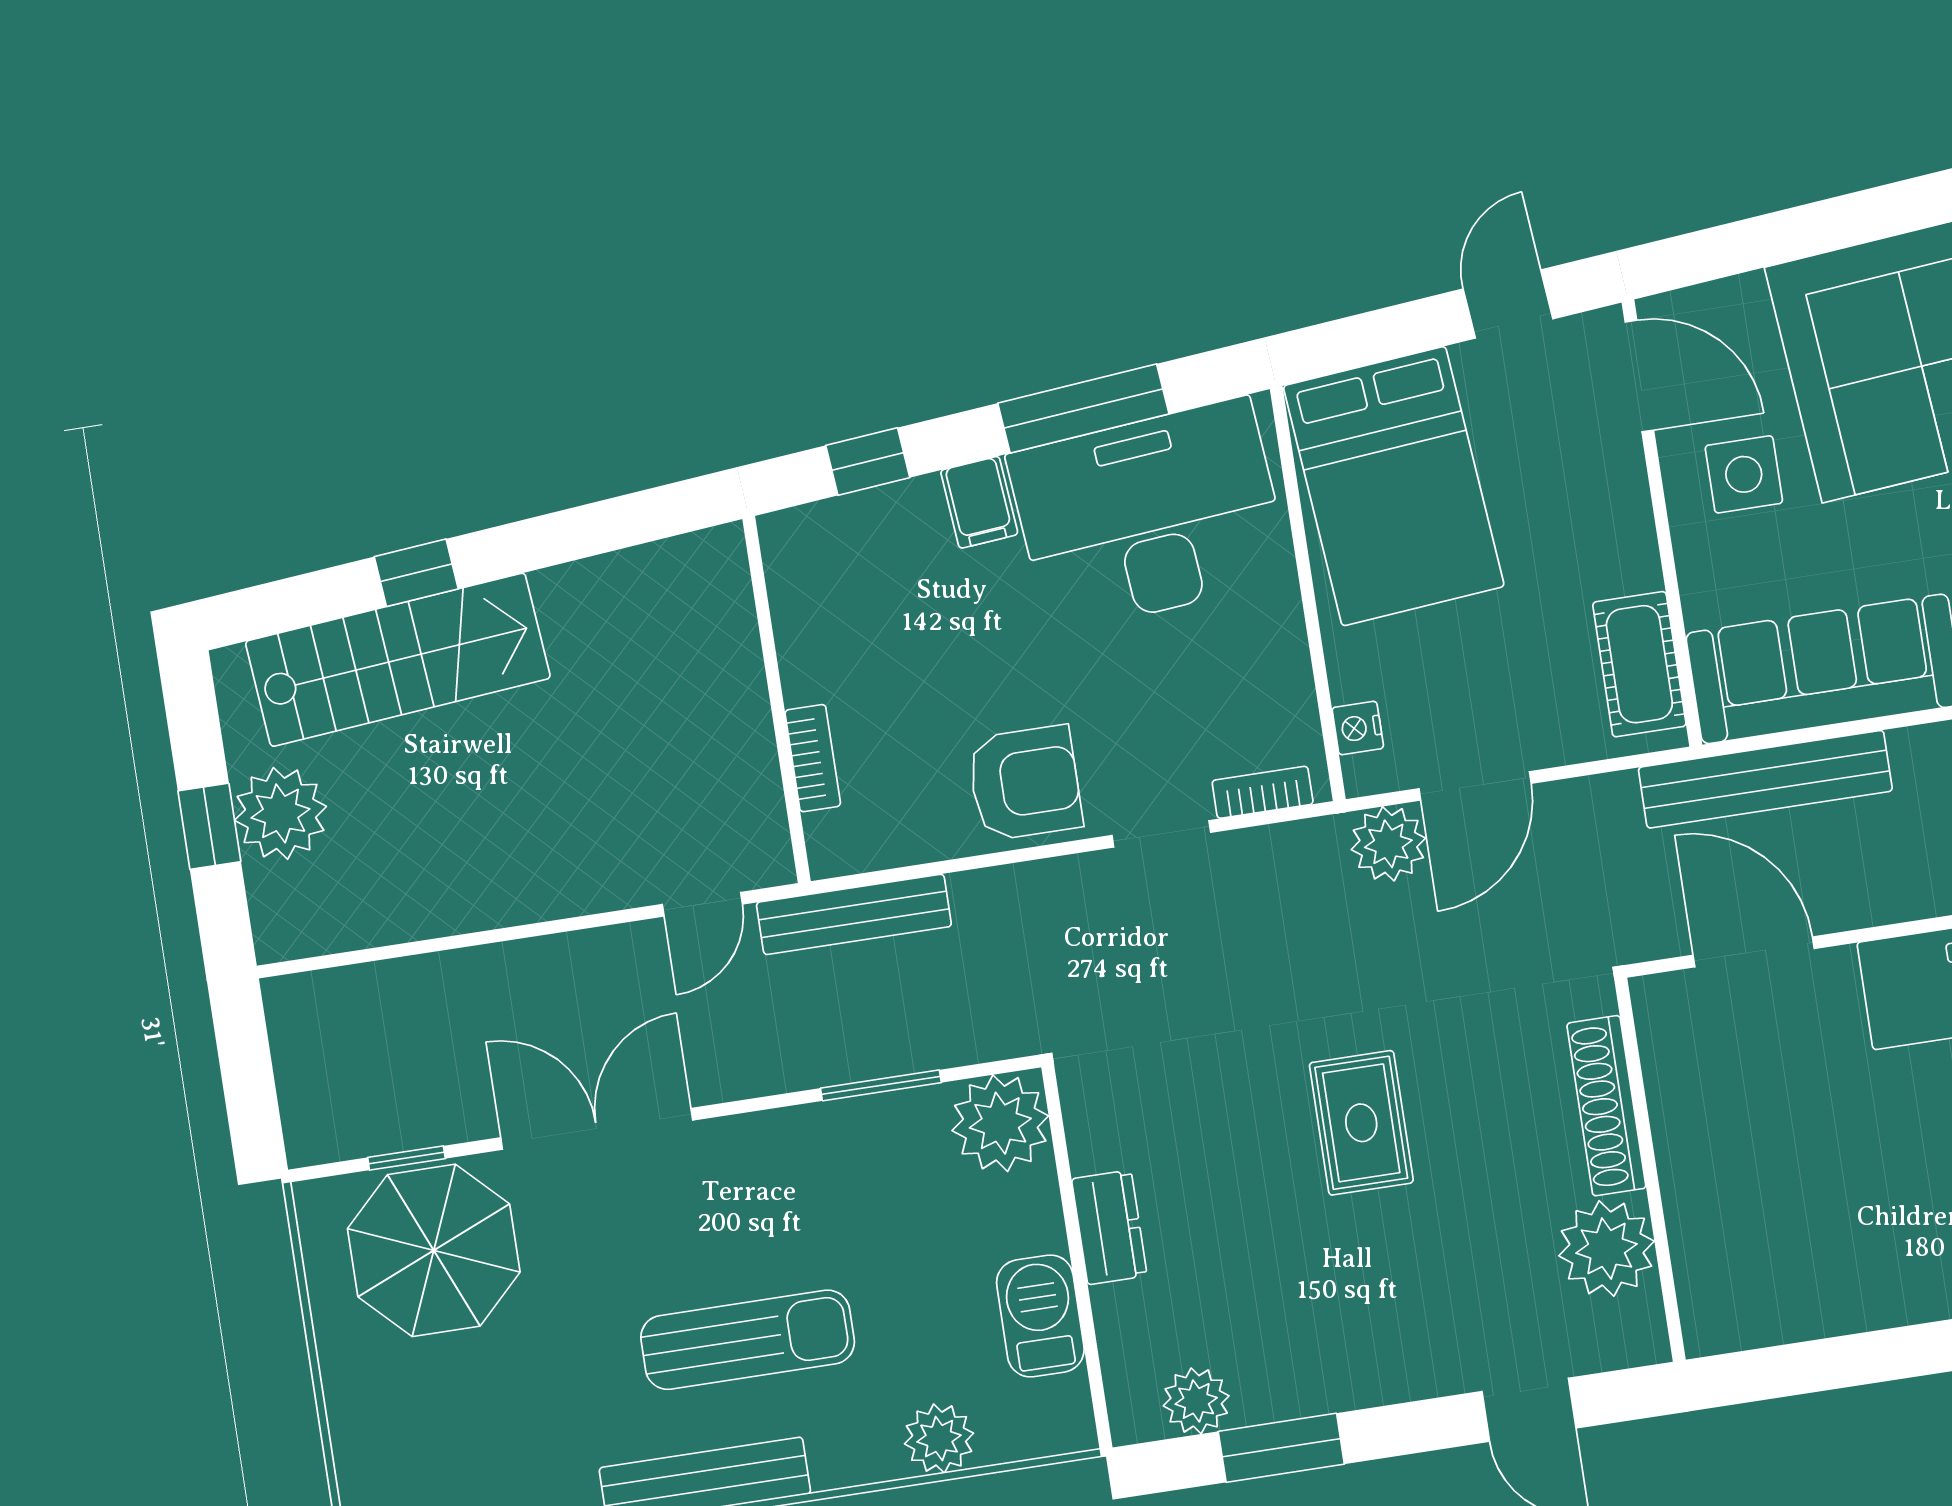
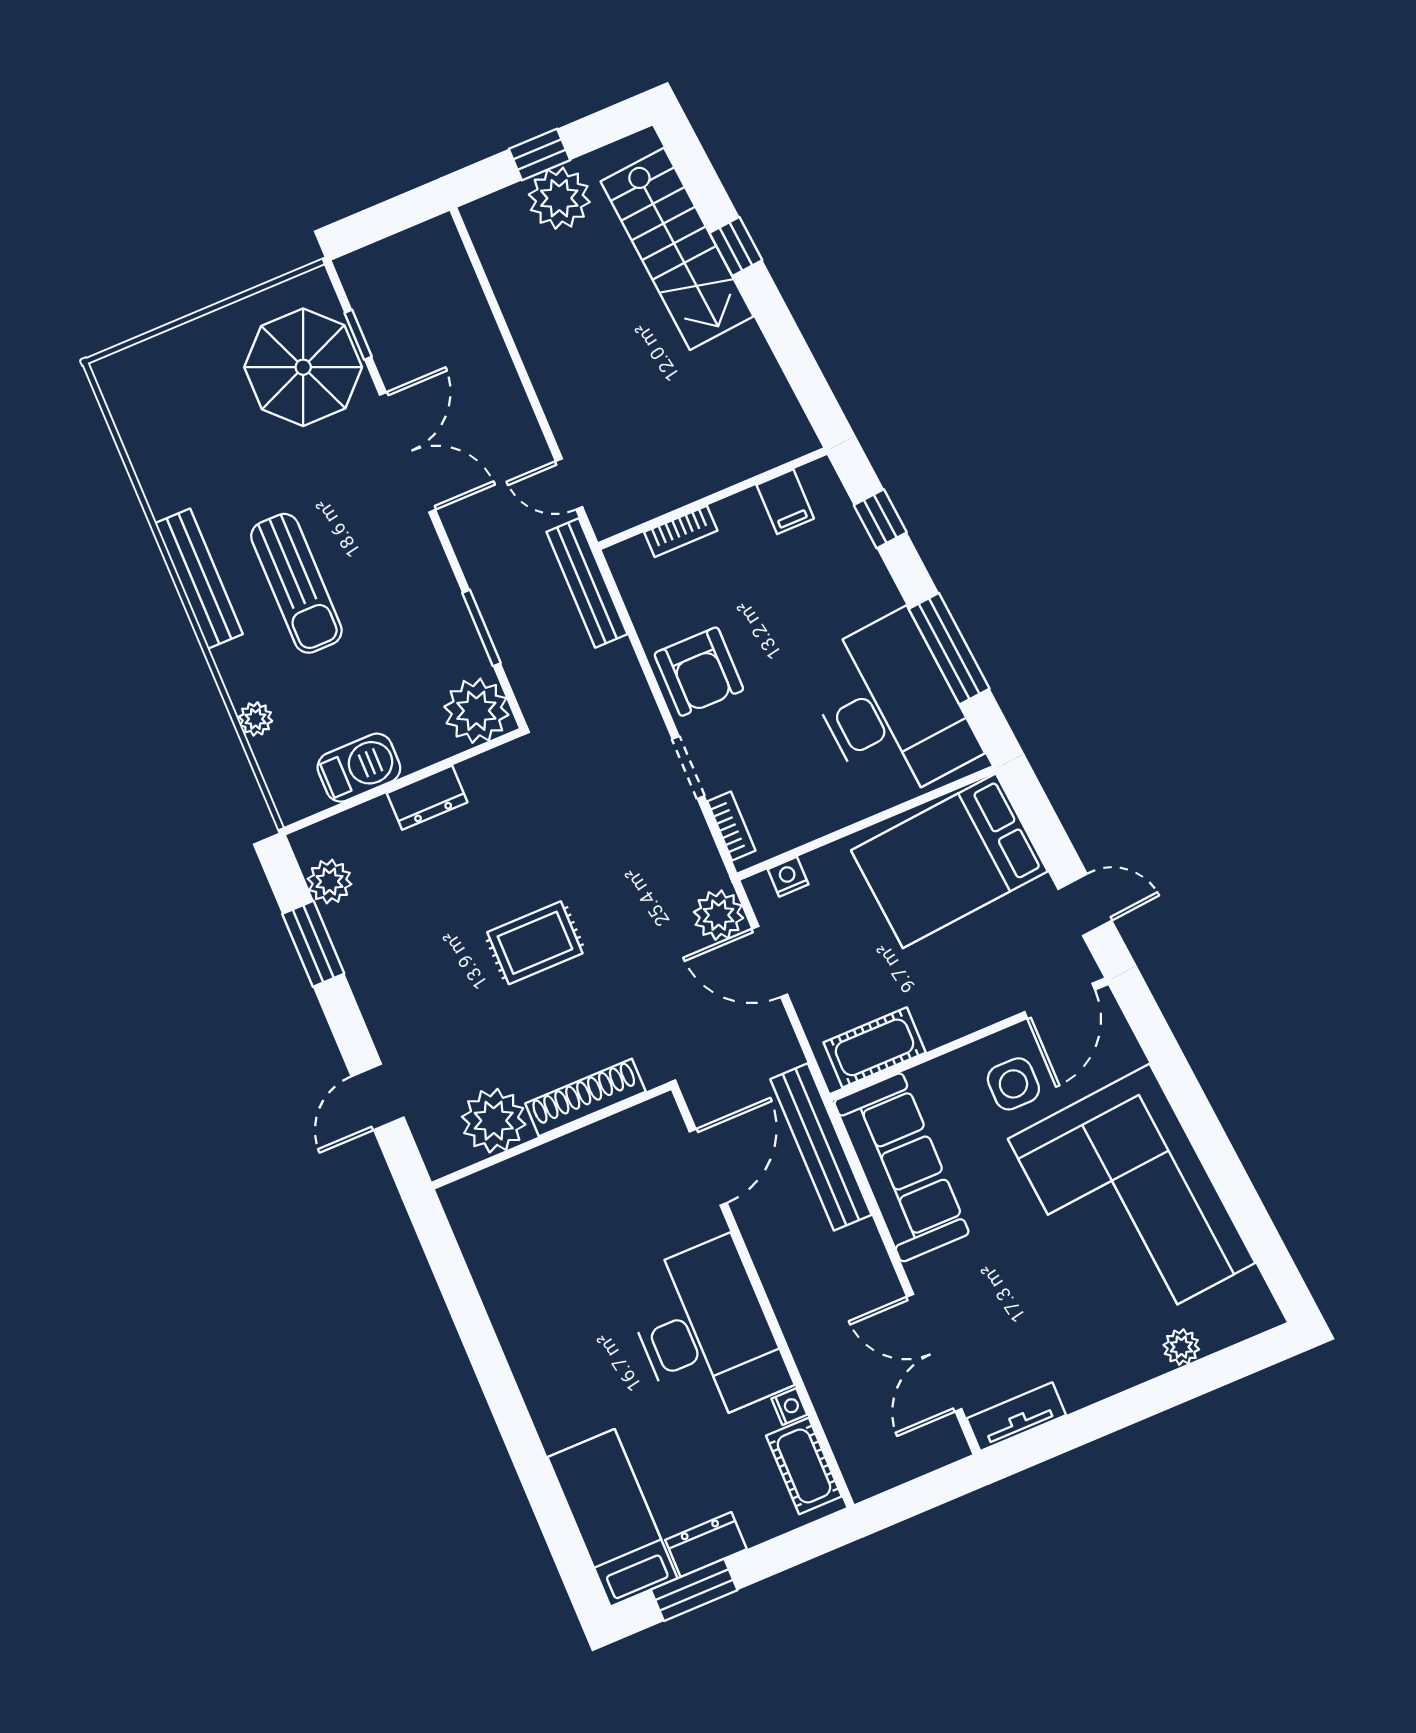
filing cabinet: (979, 502) -> (785, 502), moved, turned -85
plant: (939, 1439) -> (256, 719), width x0.73, depth x0.73

